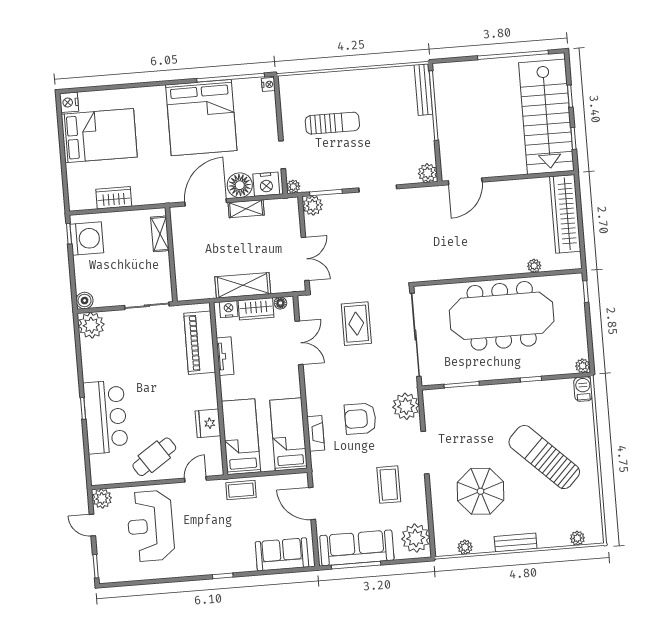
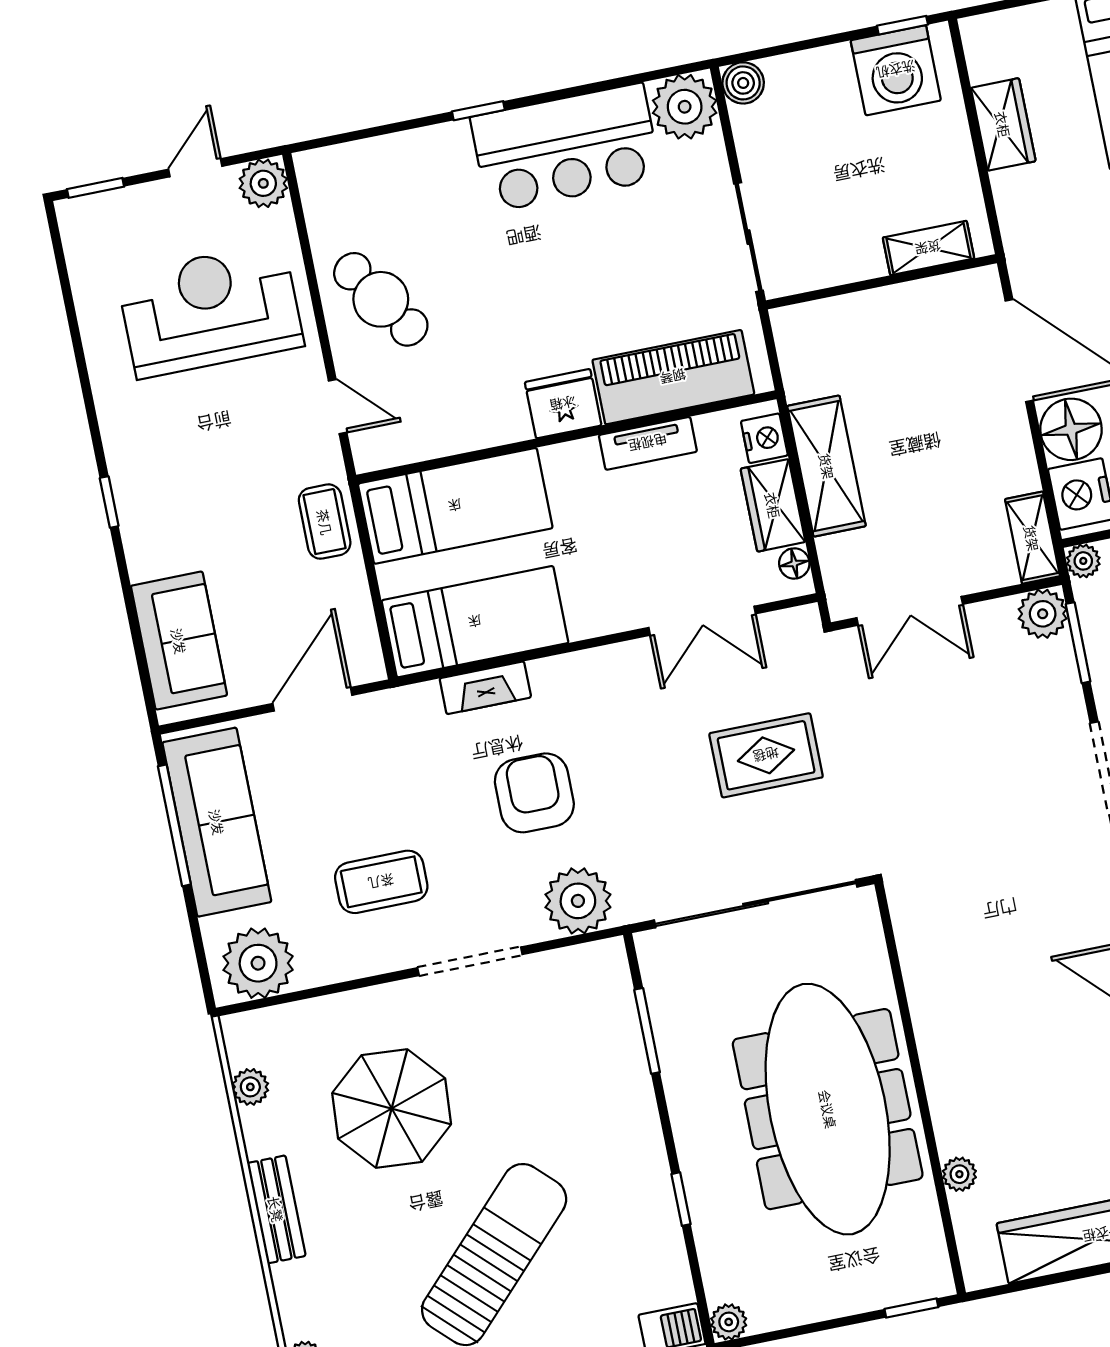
shelving: (246, 209) -> (1032, 538), moved
bar counter: (106, 417) -> (566, 148), moved
fridge: (208, 423) -> (563, 404), moved

